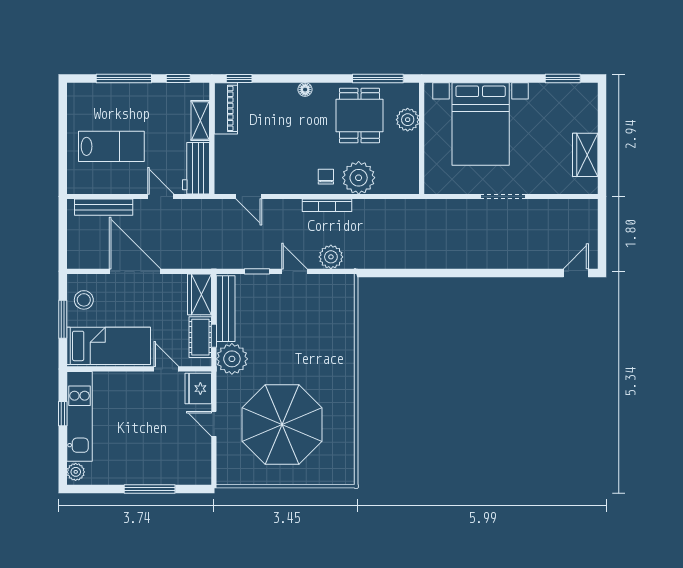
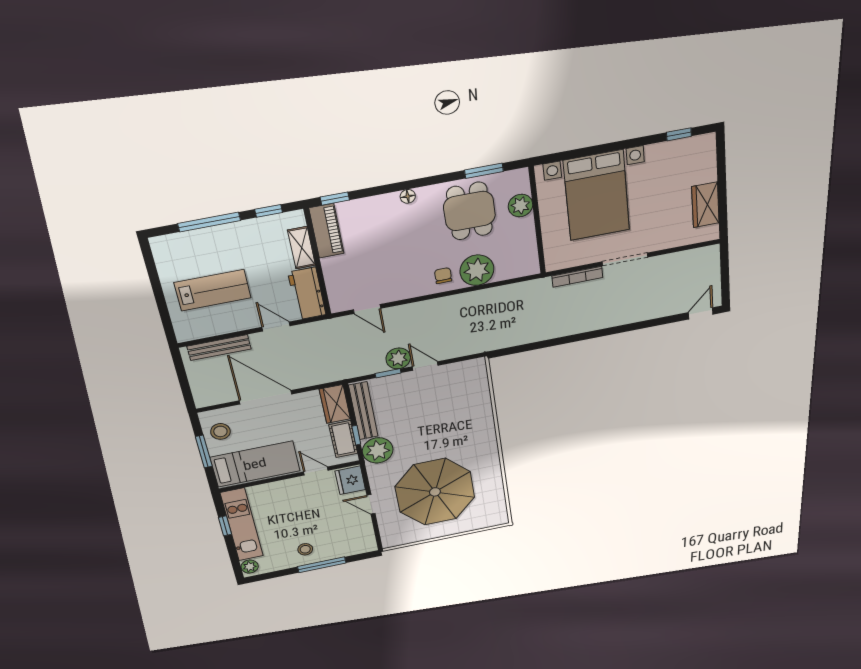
window: (378, 78) -> (484, 171), width x0.69
window: (563, 78) -> (679, 134), width x0.67
bookcase: (327, 205) -> (577, 277), moved
plant: (331, 257) -> (398, 358), moved
stool: (137, 464) -> (305, 549), added

